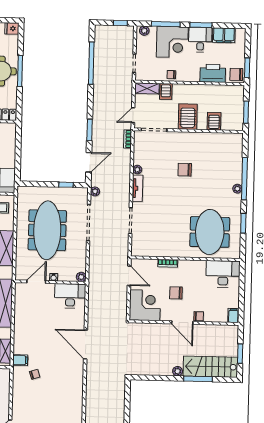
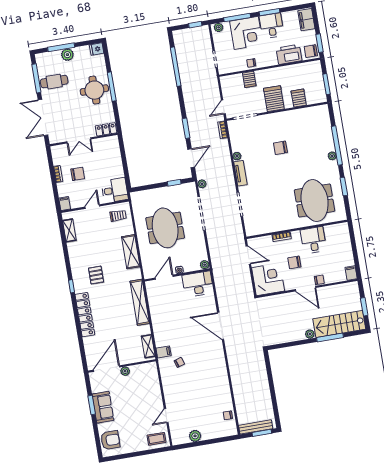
filing cabinet: (224, 35) -> (306, 20), moved, turned 90
shelving: (147, 88) -> (231, 80), removed
meeting table: (47, 230) -> (165, 228), width x0.73
desk: (223, 274) -> (313, 240), moved, width x0.73

